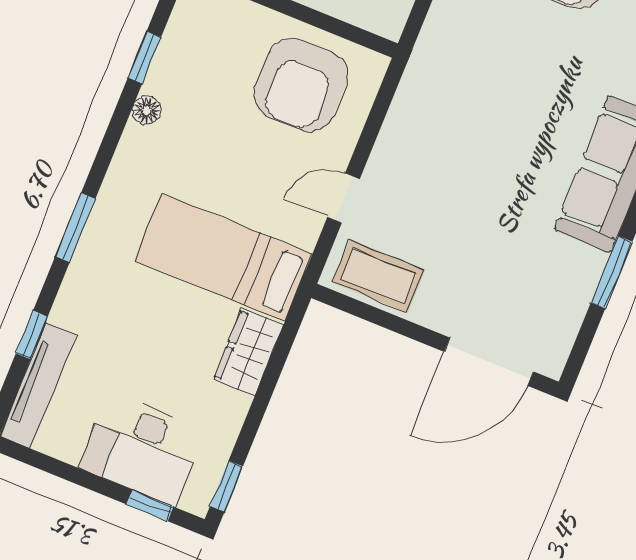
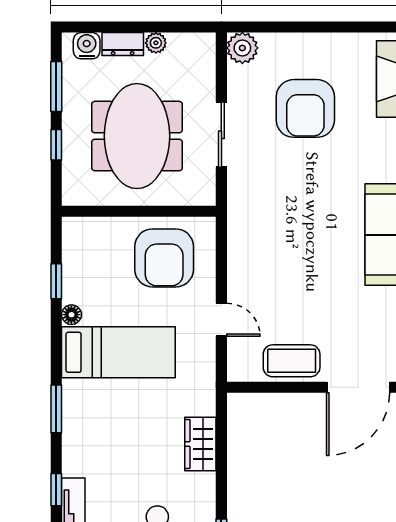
door: (343, 198) -> (221, 320), swing flipped
bed: (223, 257) -> (118, 352), moved, turned 180
coffee table: (379, 276) -> (292, 361), moved

